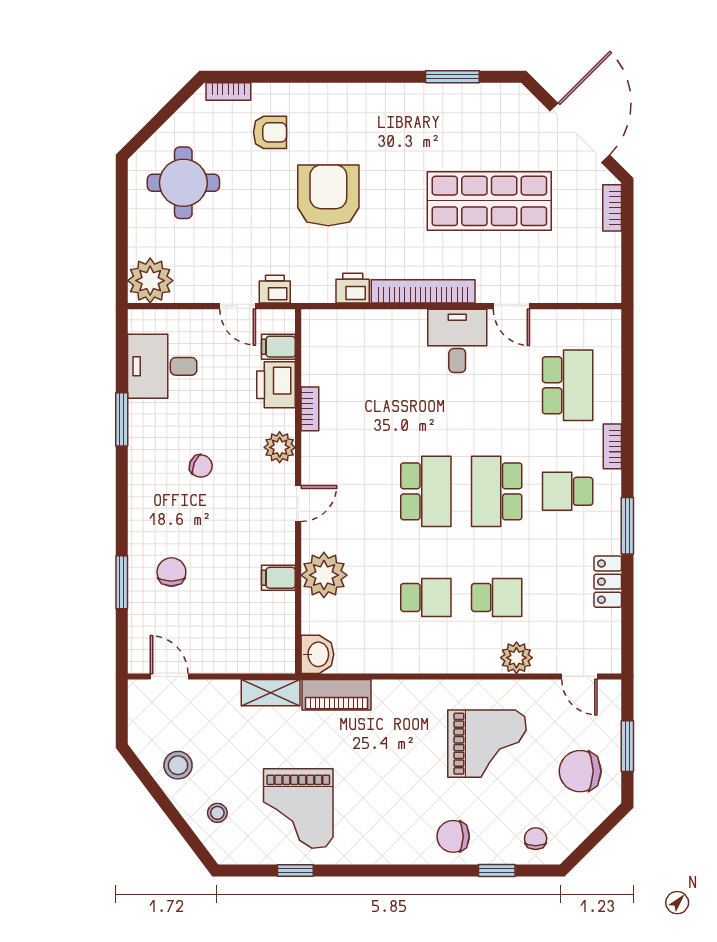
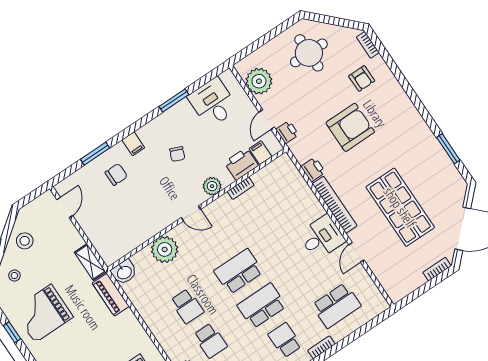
plant: (150, 281) -> (259, 81), moved
school desk: (426, 491) -> (239, 271), turned 180
filing cabinet: (278, 578) -> (133, 144), moved, turned 180

